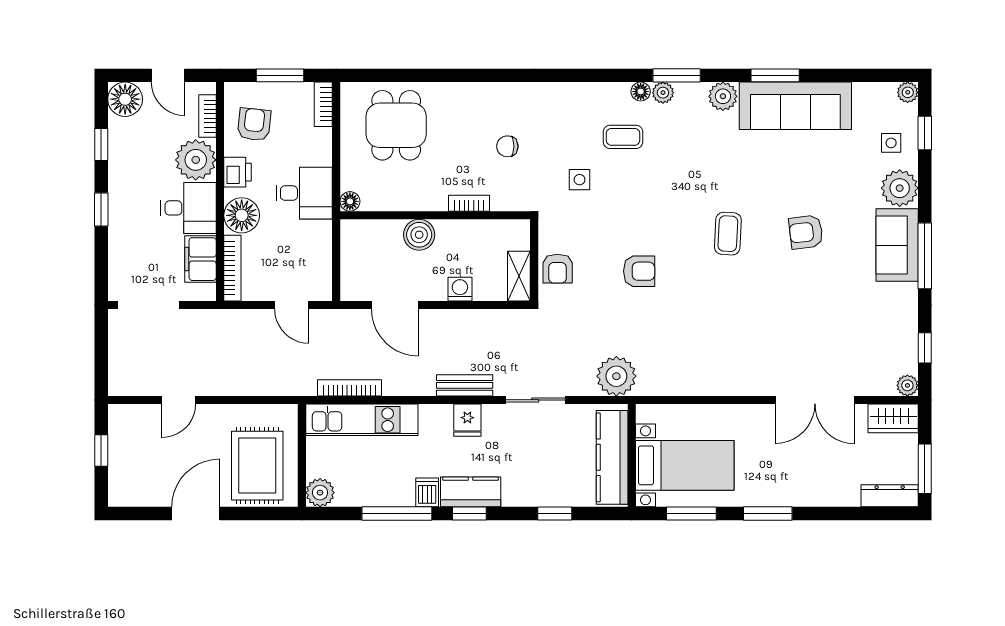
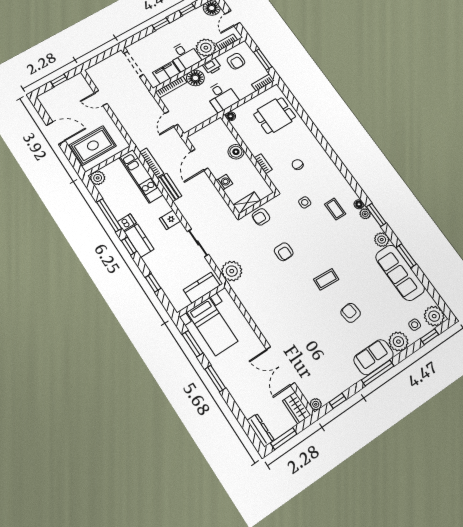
plant: (908, 92) -> (434, 316), width x1.88, depth x1.88
armchair: (254, 124) -> (236, 61), turned 84
bench: (465, 385) -> (170, 187), moved
kitchen counter: (612, 457) -> (202, 288), width x0.67

